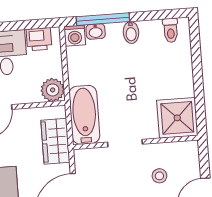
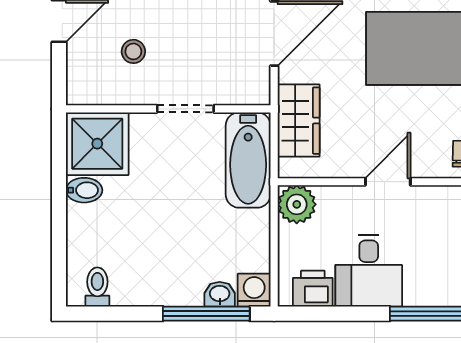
bidet: (131, 32) -> (84, 190), moved, turned 90

